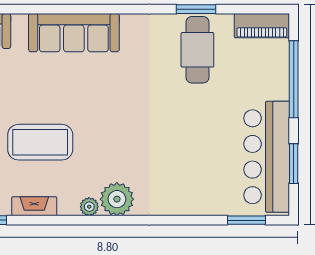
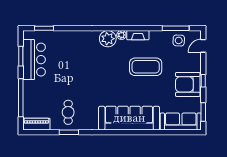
sofa: (74, 33) -> (129, 118), width x1.36, depth x1.27
cafe table: (197, 50) -> (68, 112), width x0.73, depth x0.74
bar counter: (267, 157) -> (34, 60), width x0.73
fireplace: (34, 206) -> (138, 35), moved

